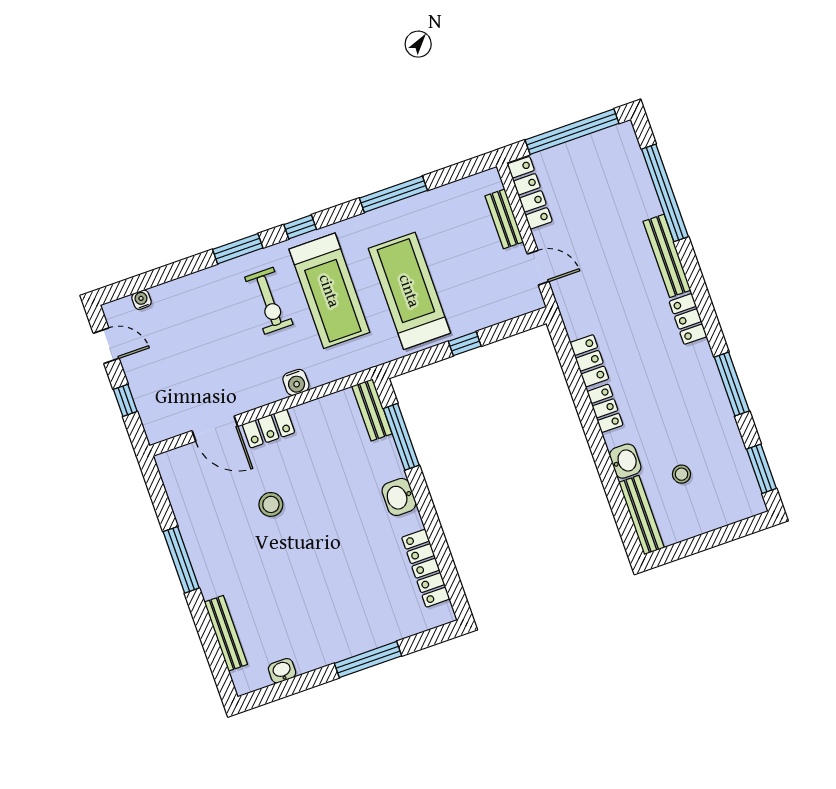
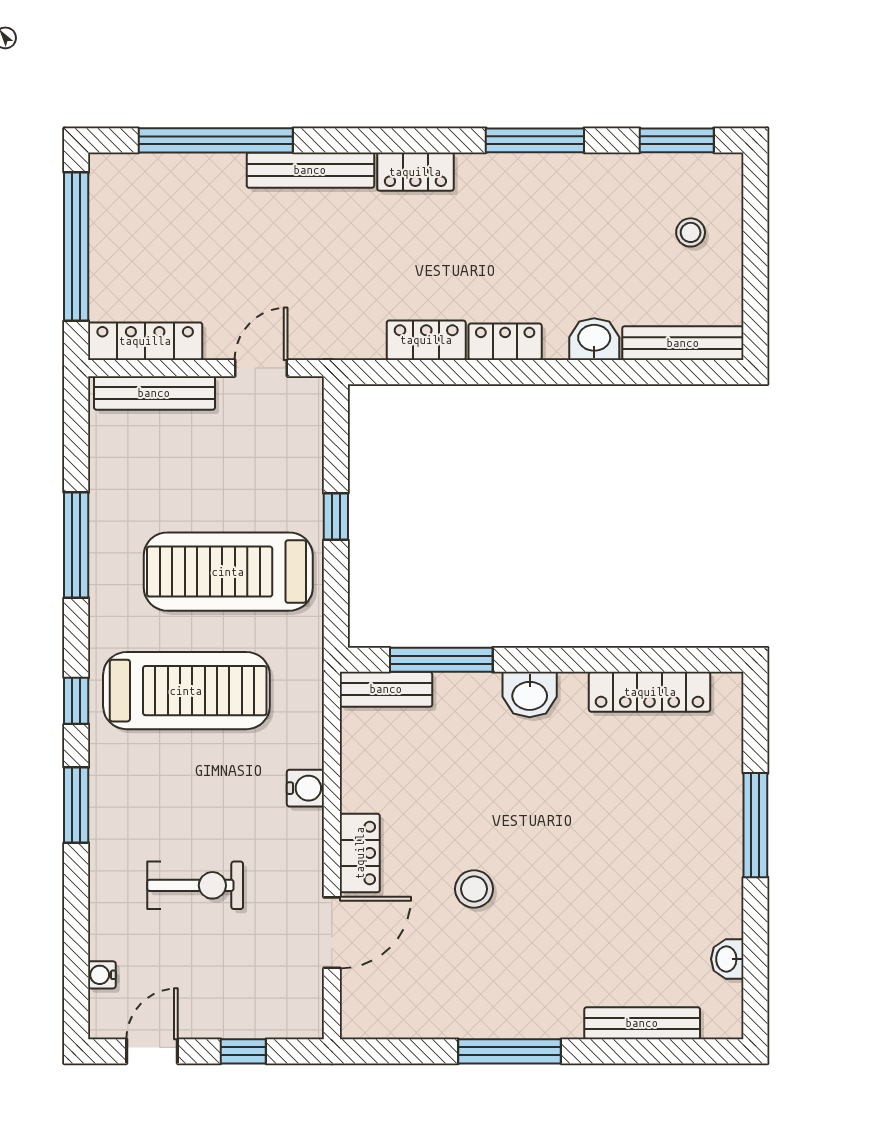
bench: (504, 219) -> (154, 393), width x1.36
exercise bike: (269, 301) -> (195, 885), moved
stool: (682, 474) -> (691, 232), moved

